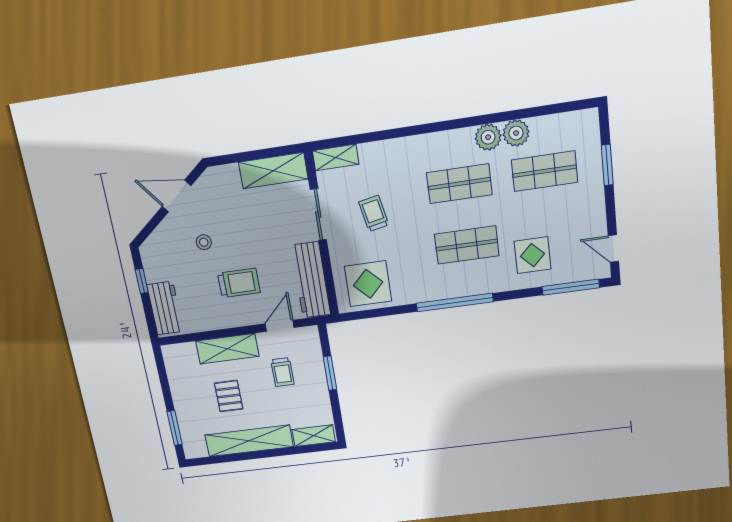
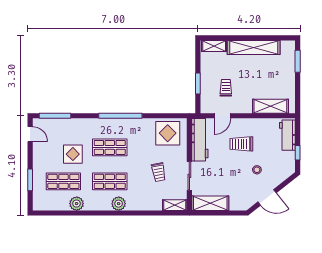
plant: (488, 137) -> (119, 204), moved
display table: (532, 255) -> (73, 154), moved
shelving: (227, 349) -> (270, 106), moved
pallet: (229, 396) -> (261, 77), removed

